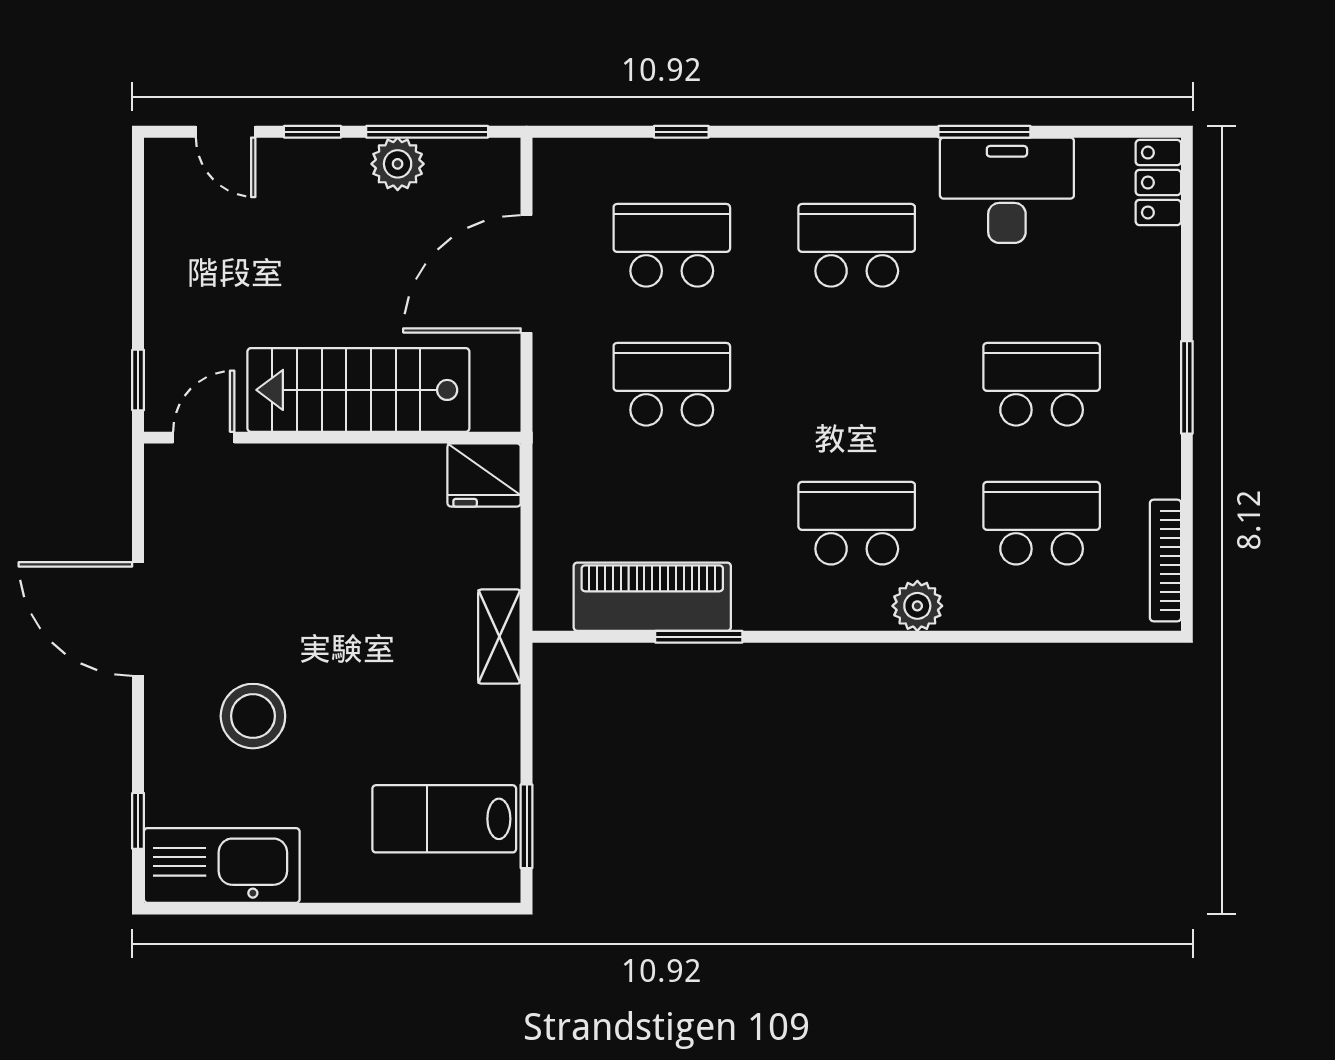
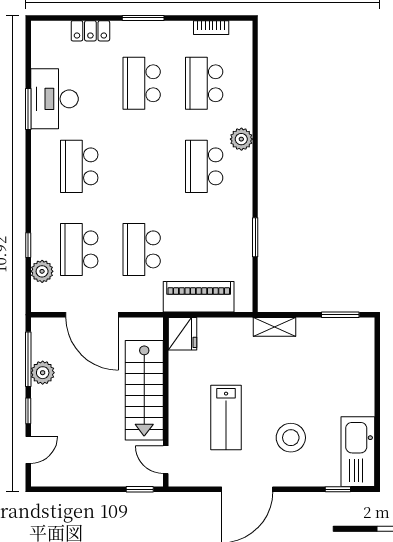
plant: (623, 162) -> (42, 271), added
locker: (1158, 183) -> (90, 31), moved
bookcase: (1165, 561) -> (211, 28), width x0.64
piano: (652, 597) -> (199, 297), moved, turned 90
shelving: (499, 637) -> (275, 327), moved
lab bench: (444, 819) -> (226, 417), moved

